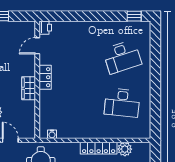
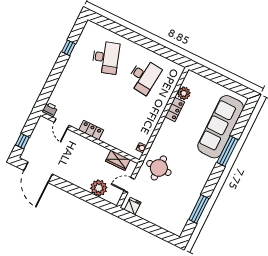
window: (134, 16) -> (68, 48), moved
wardrobe: (29, 88) -> (118, 160), moved
locker: (99, 148) -> (175, 109), width x0.66

